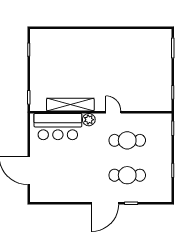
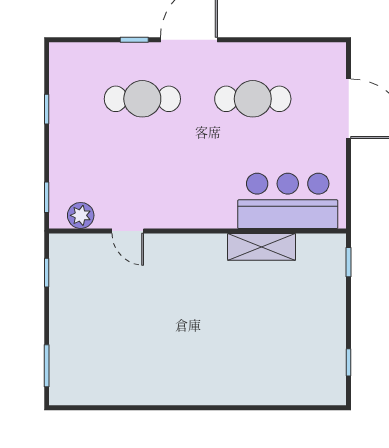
shelving: (70, 105) -> (262, 247), width x0.68
door: (113, 112) -> (128, 231), moved
plant: (89, 120) -> (81, 215), moved
cafe table: (127, 140) -> (253, 99), moved

